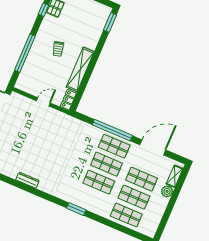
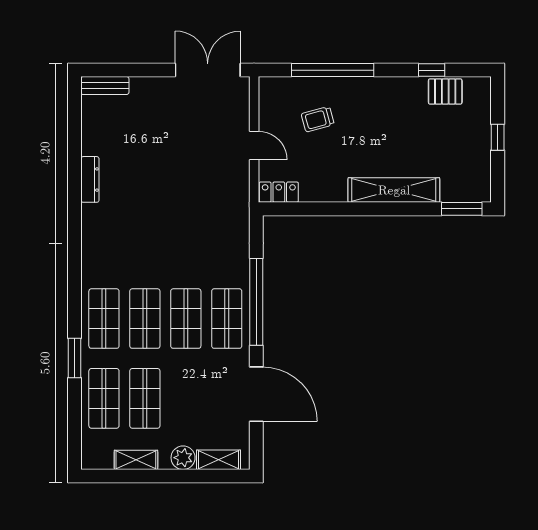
trolley: (58, 49) -> (318, 119), moved
shelving: (80, 69) -> (394, 190), moved
shop shelf: (142, 179) -> (104, 319), moved
window: (76, 209) -> (75, 358), moved
shelving: (159, 213) -> (136, 460), added

